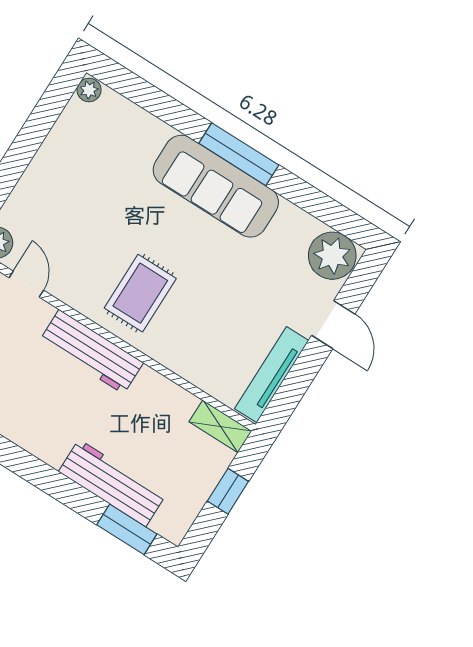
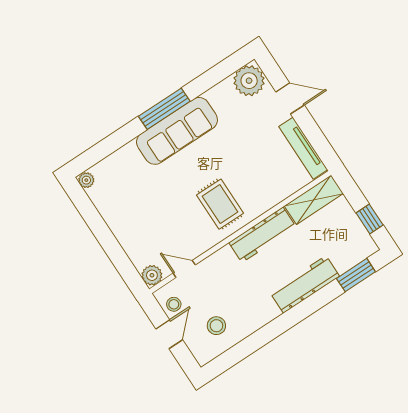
workbench: (91, 352) -> (262, 235), moved
shelving: (220, 426) -> (314, 200), width x1.50, depth x1.33
workbench: (112, 483) -> (305, 284), moved
window: (228, 491) -> (370, 219), moved

